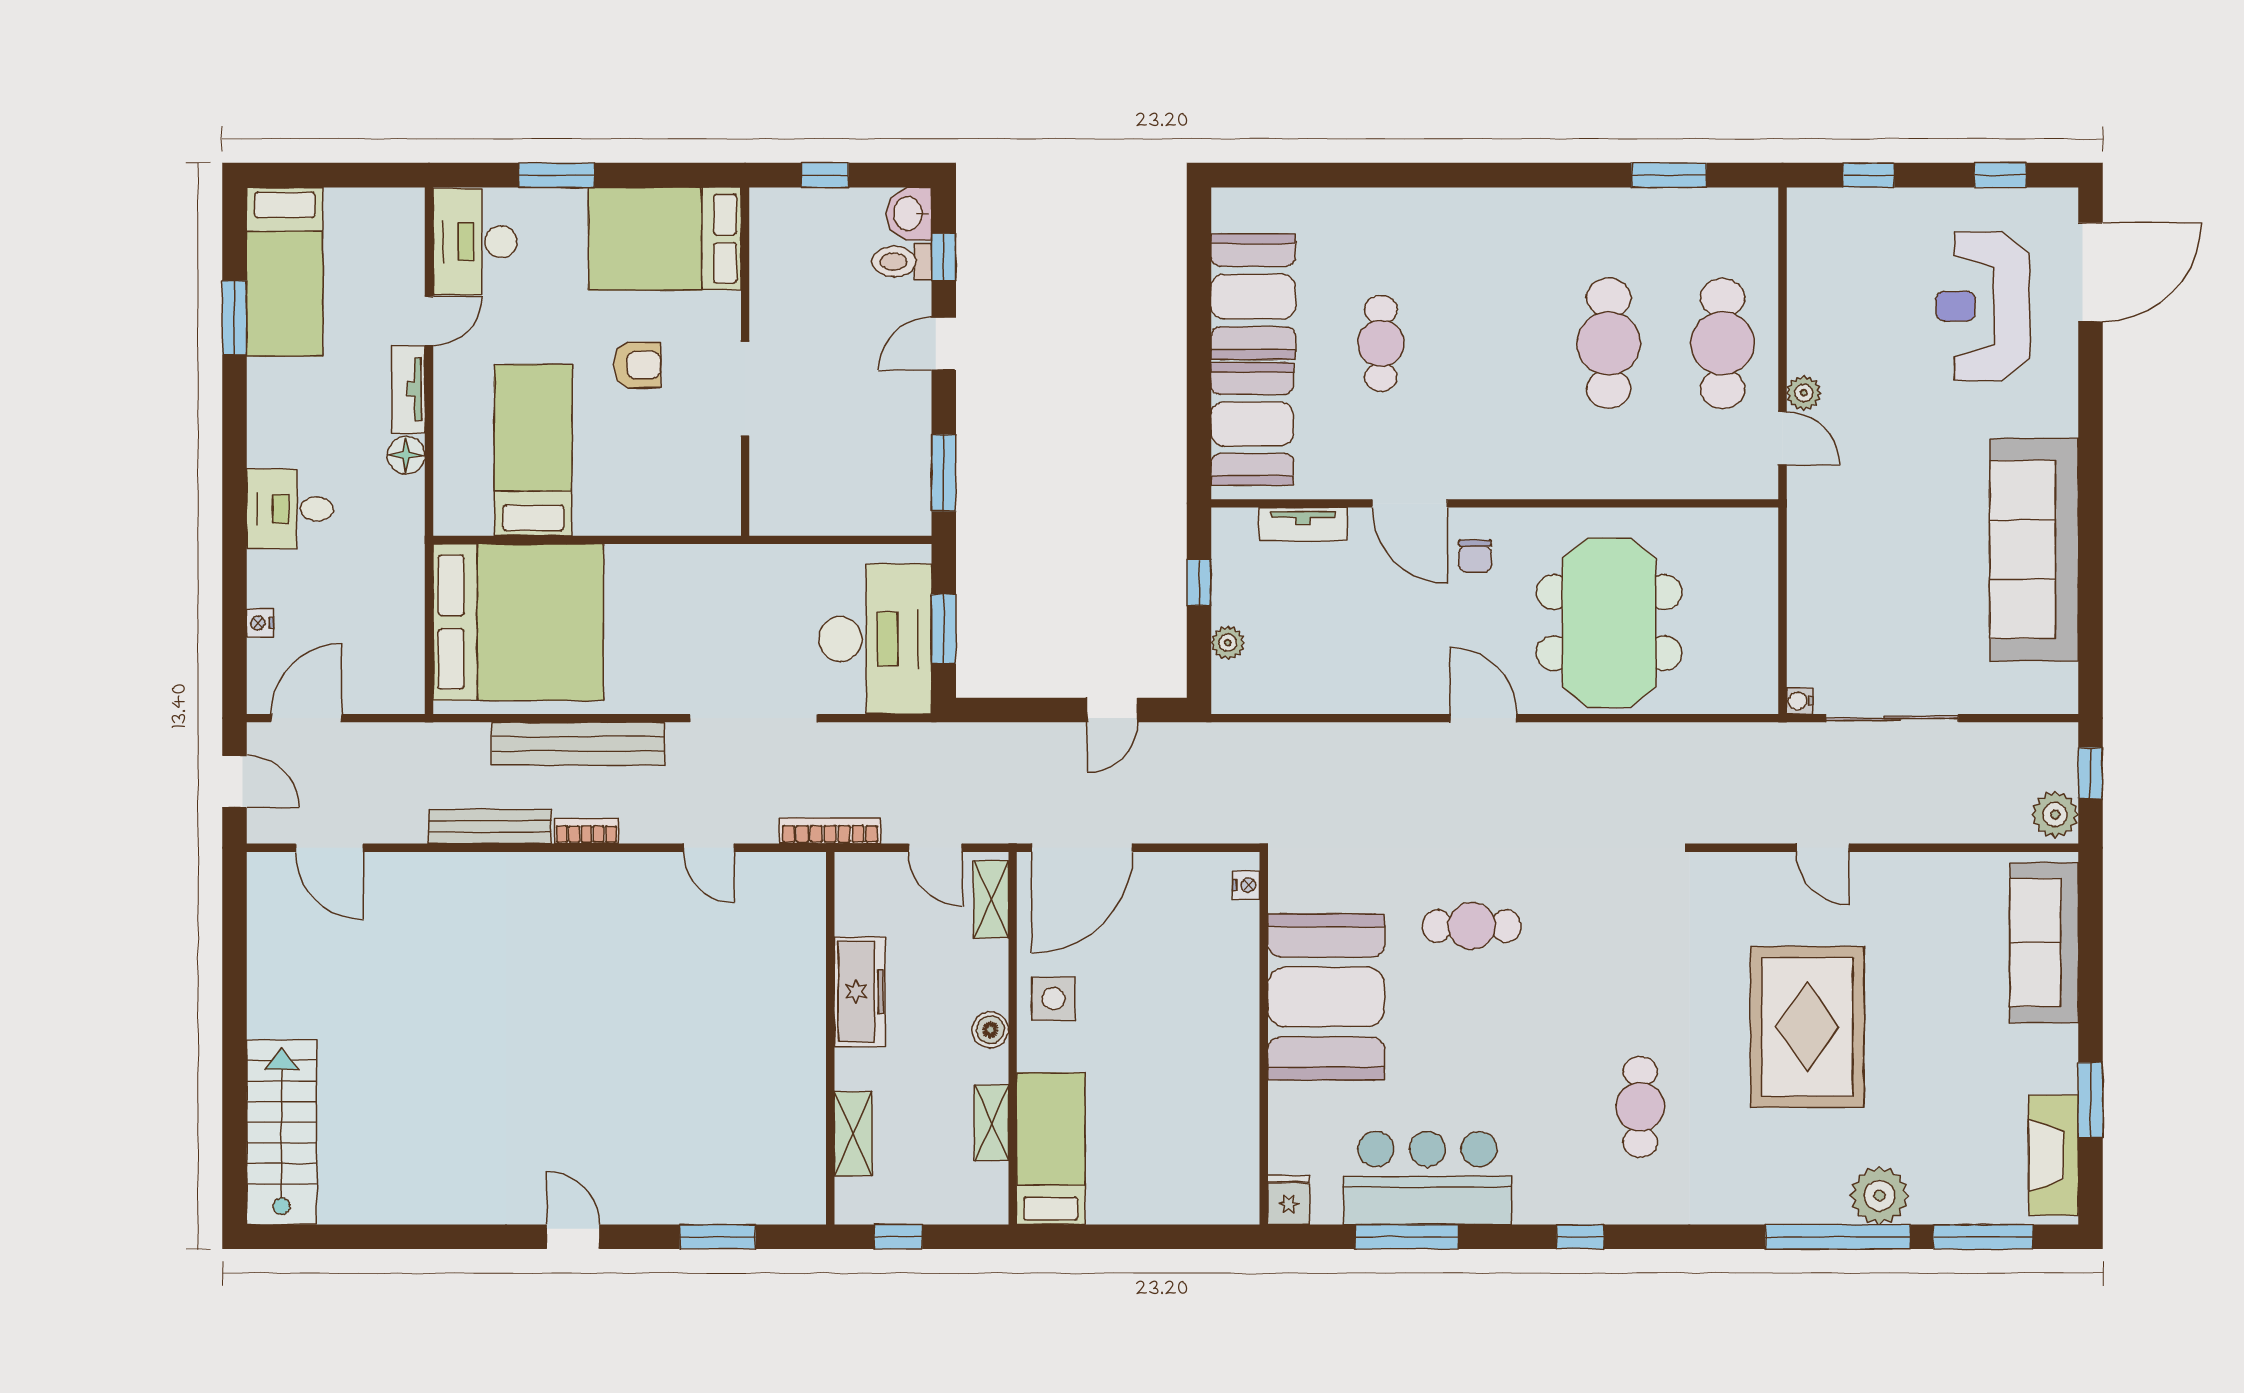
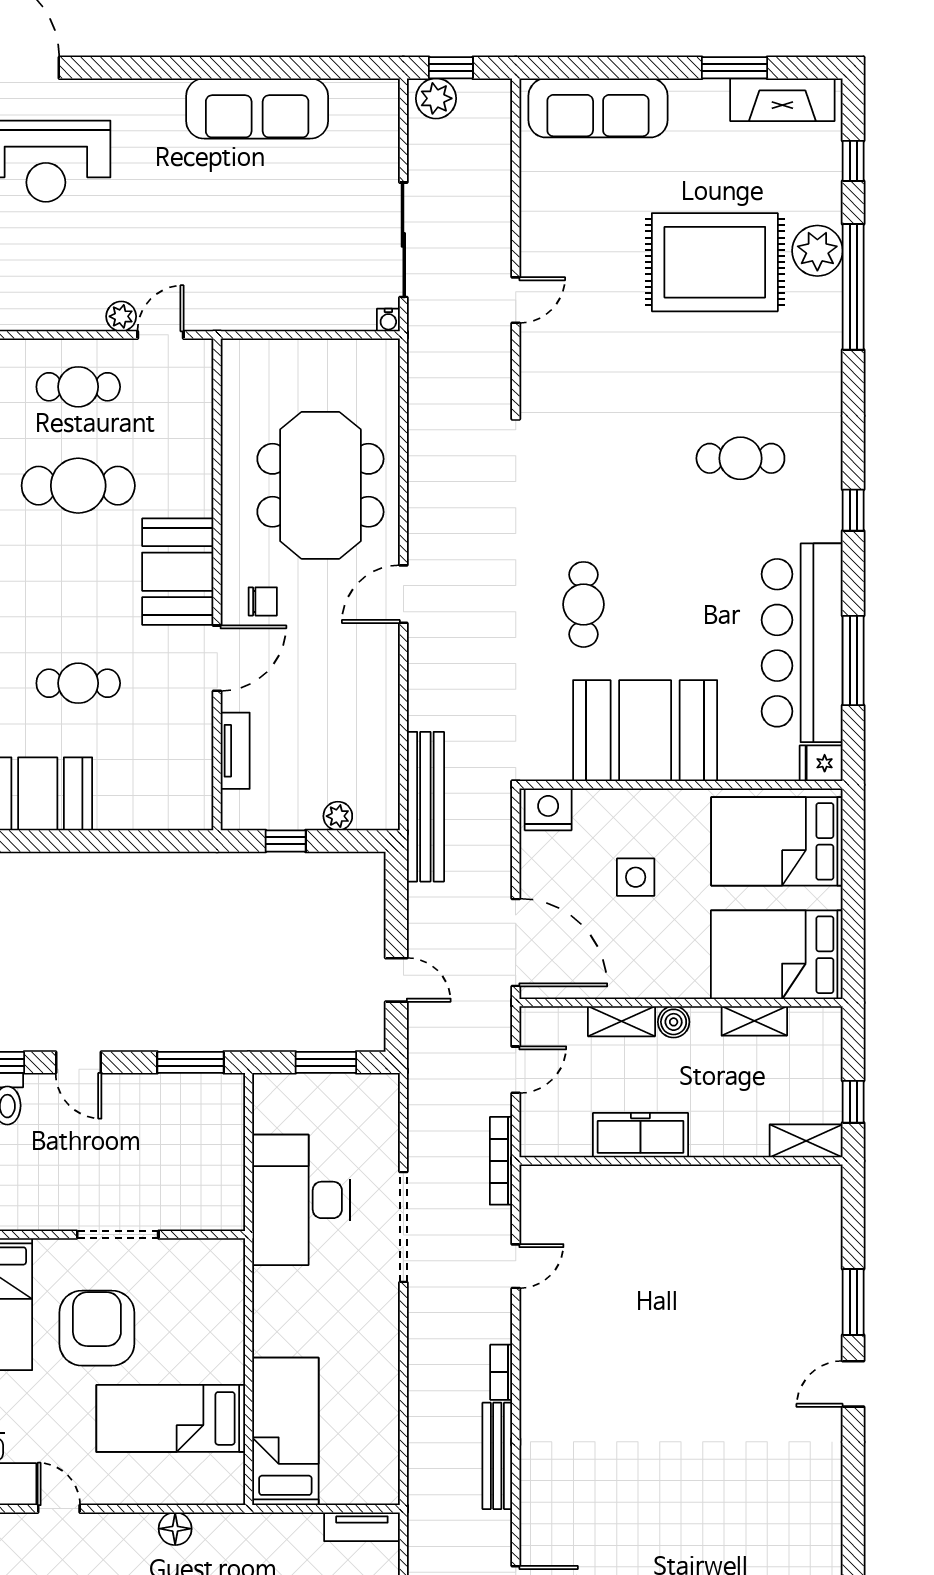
cafe table: (1723, 343) -> (78, 387), width x0.73, depth x0.74
armchair: (637, 365) -> (97, 1328), width x1.88, depth x1.88
tv unit: (408, 389) -> (362, 1527), moved
booth: (1252, 424) -> (178, 572), moved, turned 90
sofa: (2034, 550) -> (257, 109), width x0.74, depth x0.79
bed: (518, 622) -> (285, 1431), width x0.49
meeting table: (1609, 623) -> (320, 485), turned 90
desk: (875, 639) -> (301, 1200), moved, turned -90
door: (1112, 710) -> (396, 980), moved
bench: (578, 744) -> (425, 807), moved
plant: (2055, 815) -> (436, 98), moved
nightstand: (1246, 885) -> (548, 809), width x1.89, depth x1.79
shelving: (991, 899) -> (622, 1021), moved
side table: (1053, 999) -> (636, 877), moved
rug: (1807, 1027) -> (715, 262), moved
shelving: (853, 1134) -> (806, 1141), moved
bed: (1051, 1149) -> (777, 955), width x1.50
bed: (1199, 1149) -> (777, 841), added
bar counter: (1427, 1178) -> (802, 643), width x1.36
window: (718, 1237) -> (853, 1302), moved
window: (1983, 1237) -> (853, 161), width x0.46

